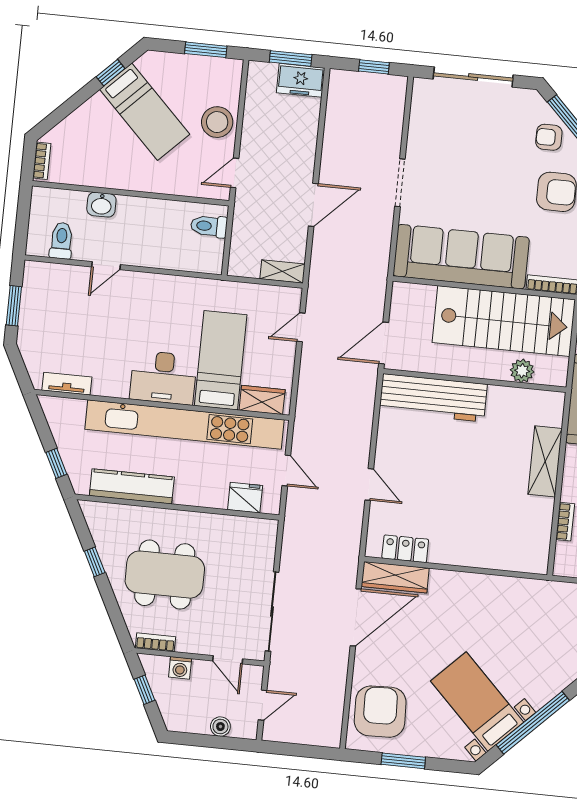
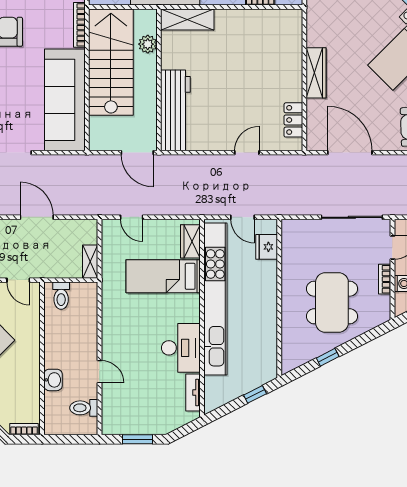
shelving: (282, 271) -> (90, 262), moved
desk: (163, 378) -> (181, 348), moved
shelving: (545, 461) -> (187, 19), moved
door: (286, 470) -> (243, 217), swing flipped
kitchen counter: (132, 486) -> (267, 335), removed
wardrobe: (395, 577) -> (316, 73), moved
bookcase: (155, 642) -> (385, 279), moved

